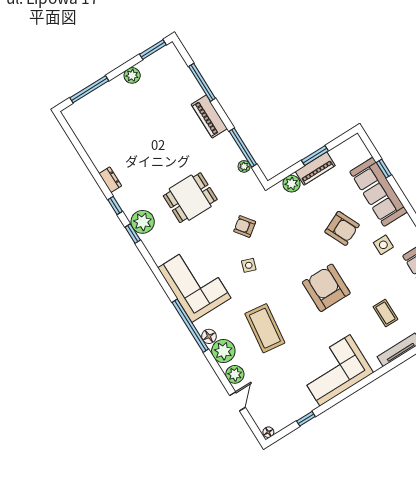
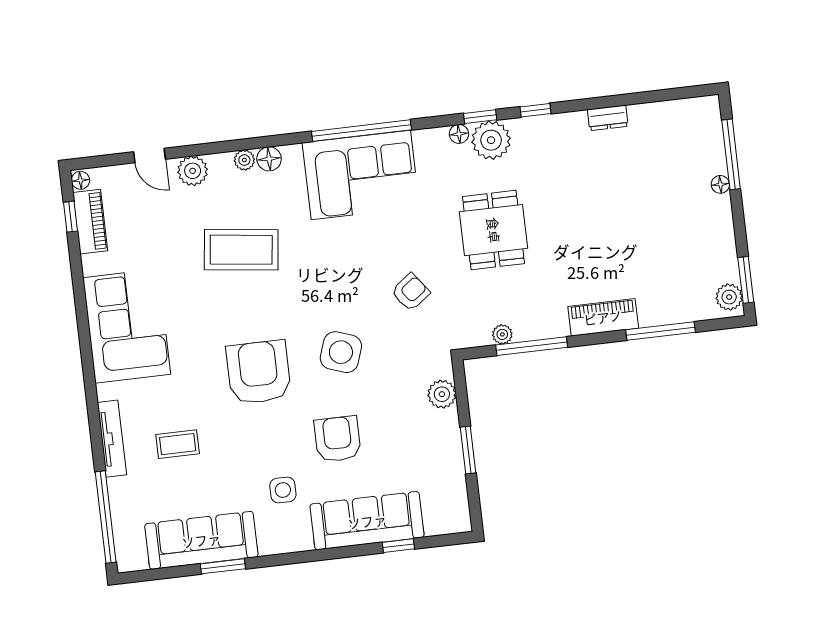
plant: (132, 75) -> (729, 297), moved
floor lamp: (108, 87) -> (720, 184), added
piano: (315, 169) -> (90, 222), moved, turned 180
dresser: (110, 180) -> (608, 118), moved
armchair: (342, 228) -> (338, 439), turned 115
floor lamp: (147, 241) -> (459, 134), added
side table: (249, 265) -> (341, 352), moved, width x1.87, depth x1.87
armchair: (326, 288) -> (259, 372), turned -90
window: (190, 326) -> (361, 131), moved
plant: (223, 351) -> (244, 160), width x0.53, depth x0.53
window: (306, 419) -> (70, 217), moved

